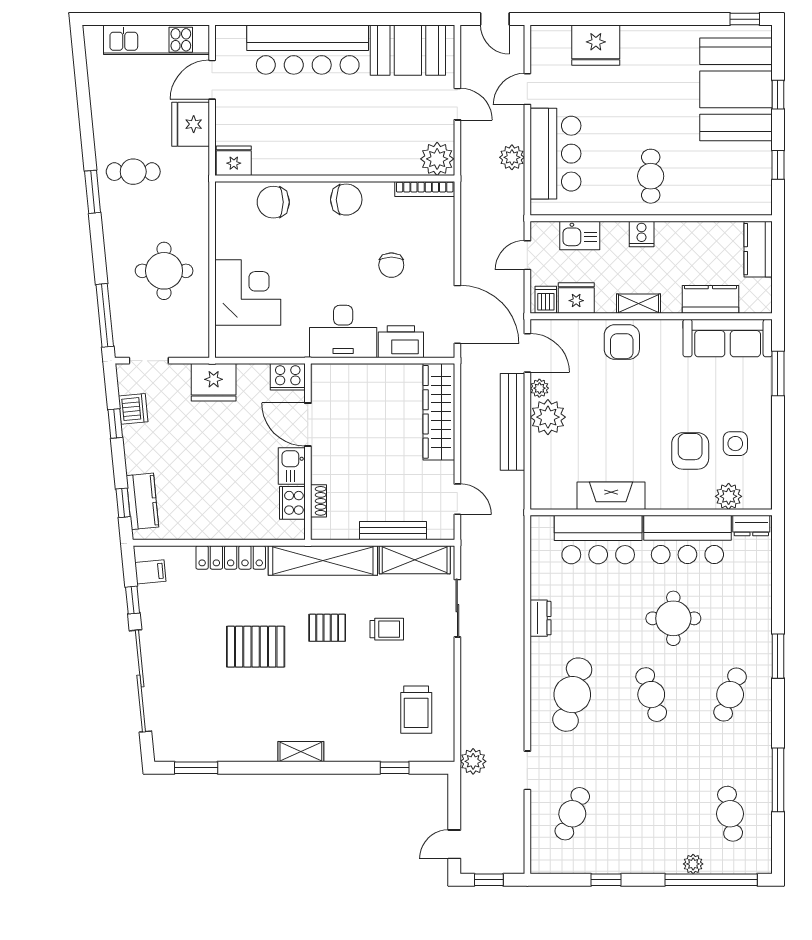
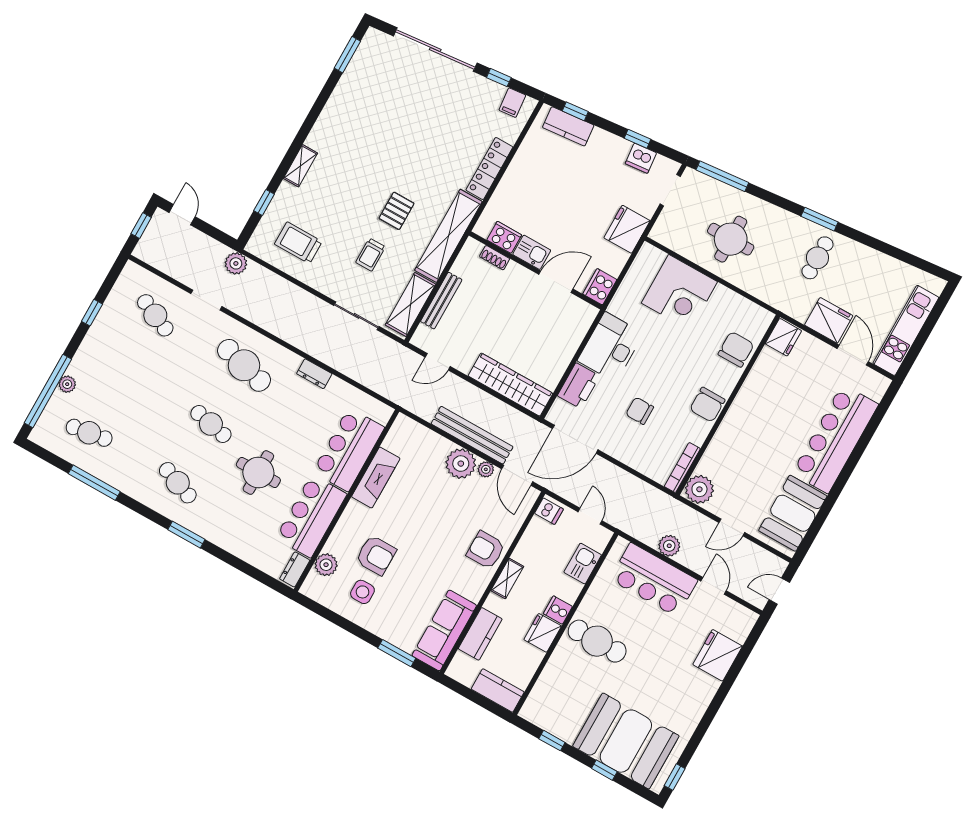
cafe table: (651, 176) -> (597, 641), width x1.37, depth x1.35
fridge: (576, 298) -> (543, 633), moved, turned 180
door: (527, 353) -> (517, 475), hinge flipped
pallet: (256, 647) -> (412, 150), removed
cafe table: (651, 695) -> (211, 424), turned 30
shelving: (301, 752) -> (301, 166), moved

